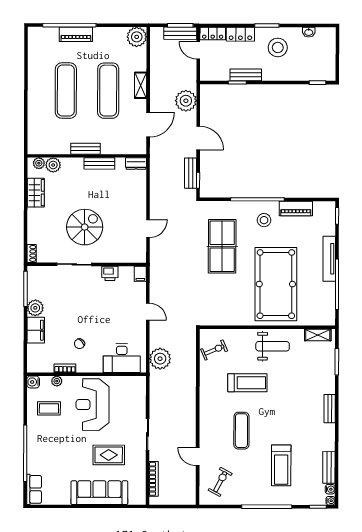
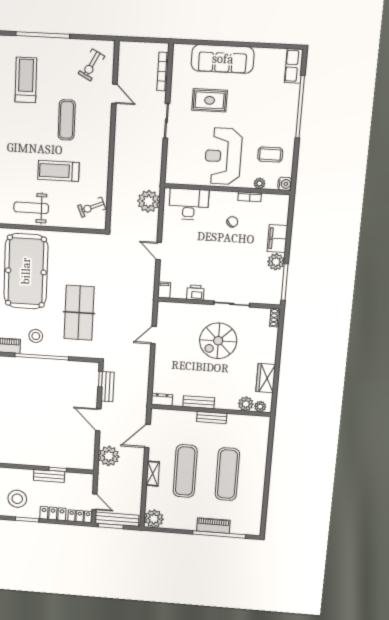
bench: (180, 33) -> (117, 519), width x1.36
reception desk: (93, 405) -> (223, 156), turned 180

